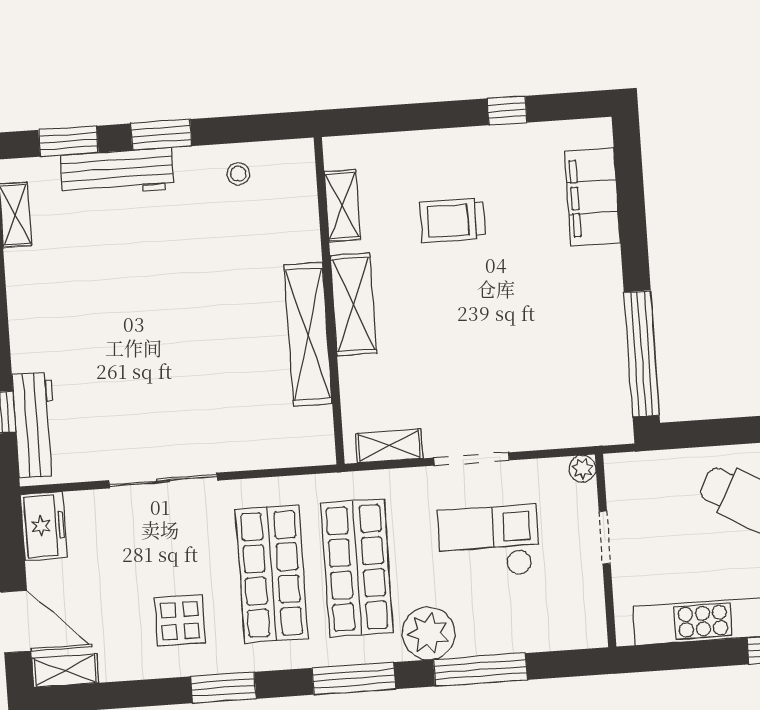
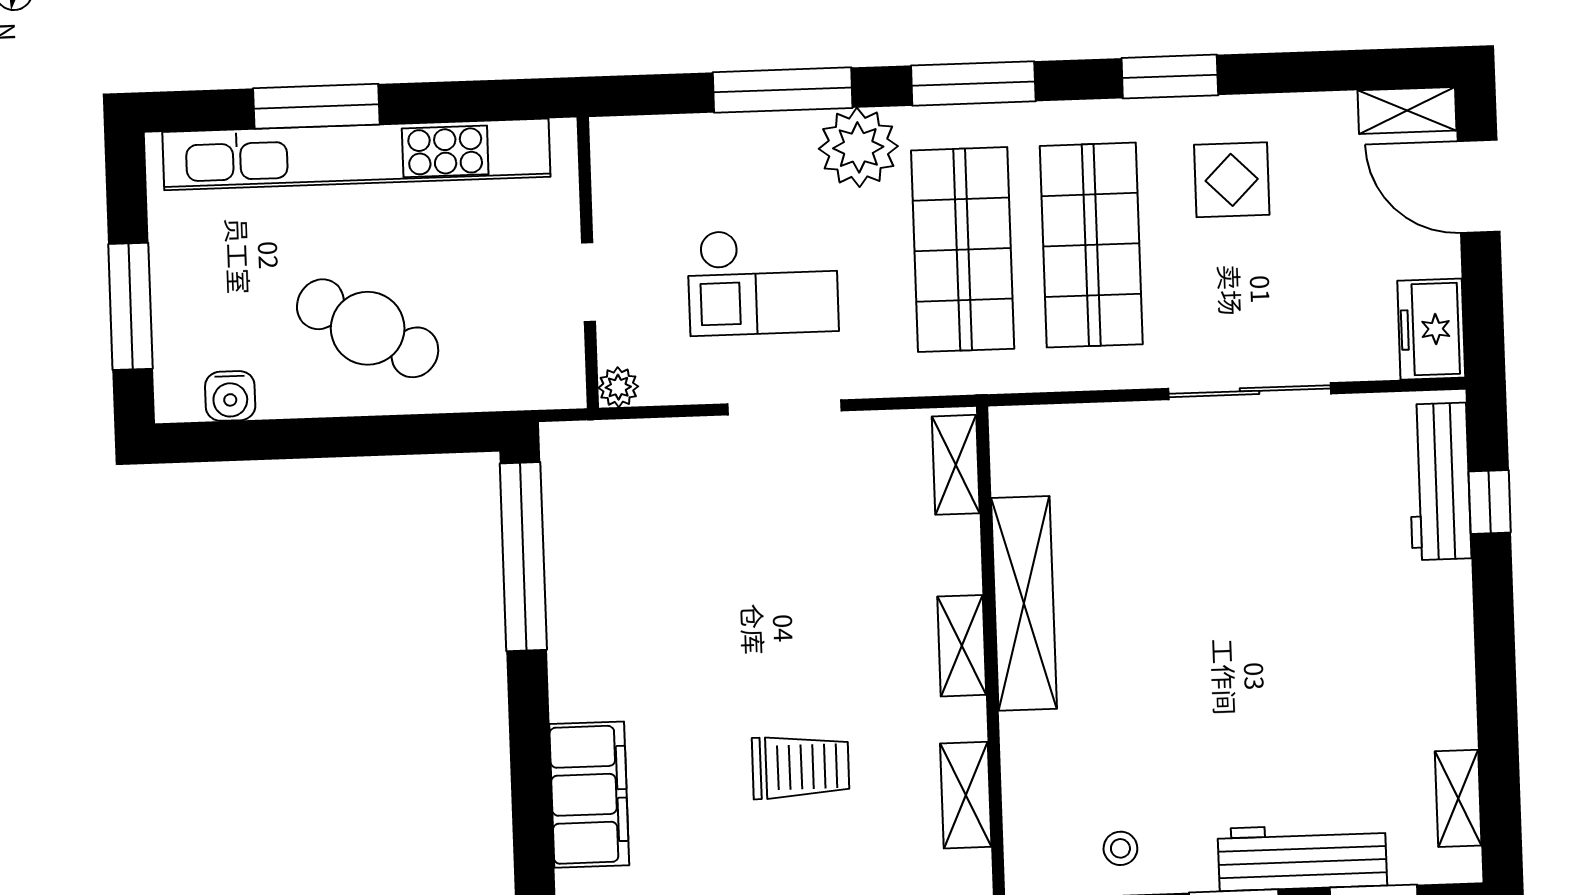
shelving: (353, 304) -> (962, 646), width x0.67, depth x0.75
shelving: (389, 446) -> (956, 465), moved, turned 90

